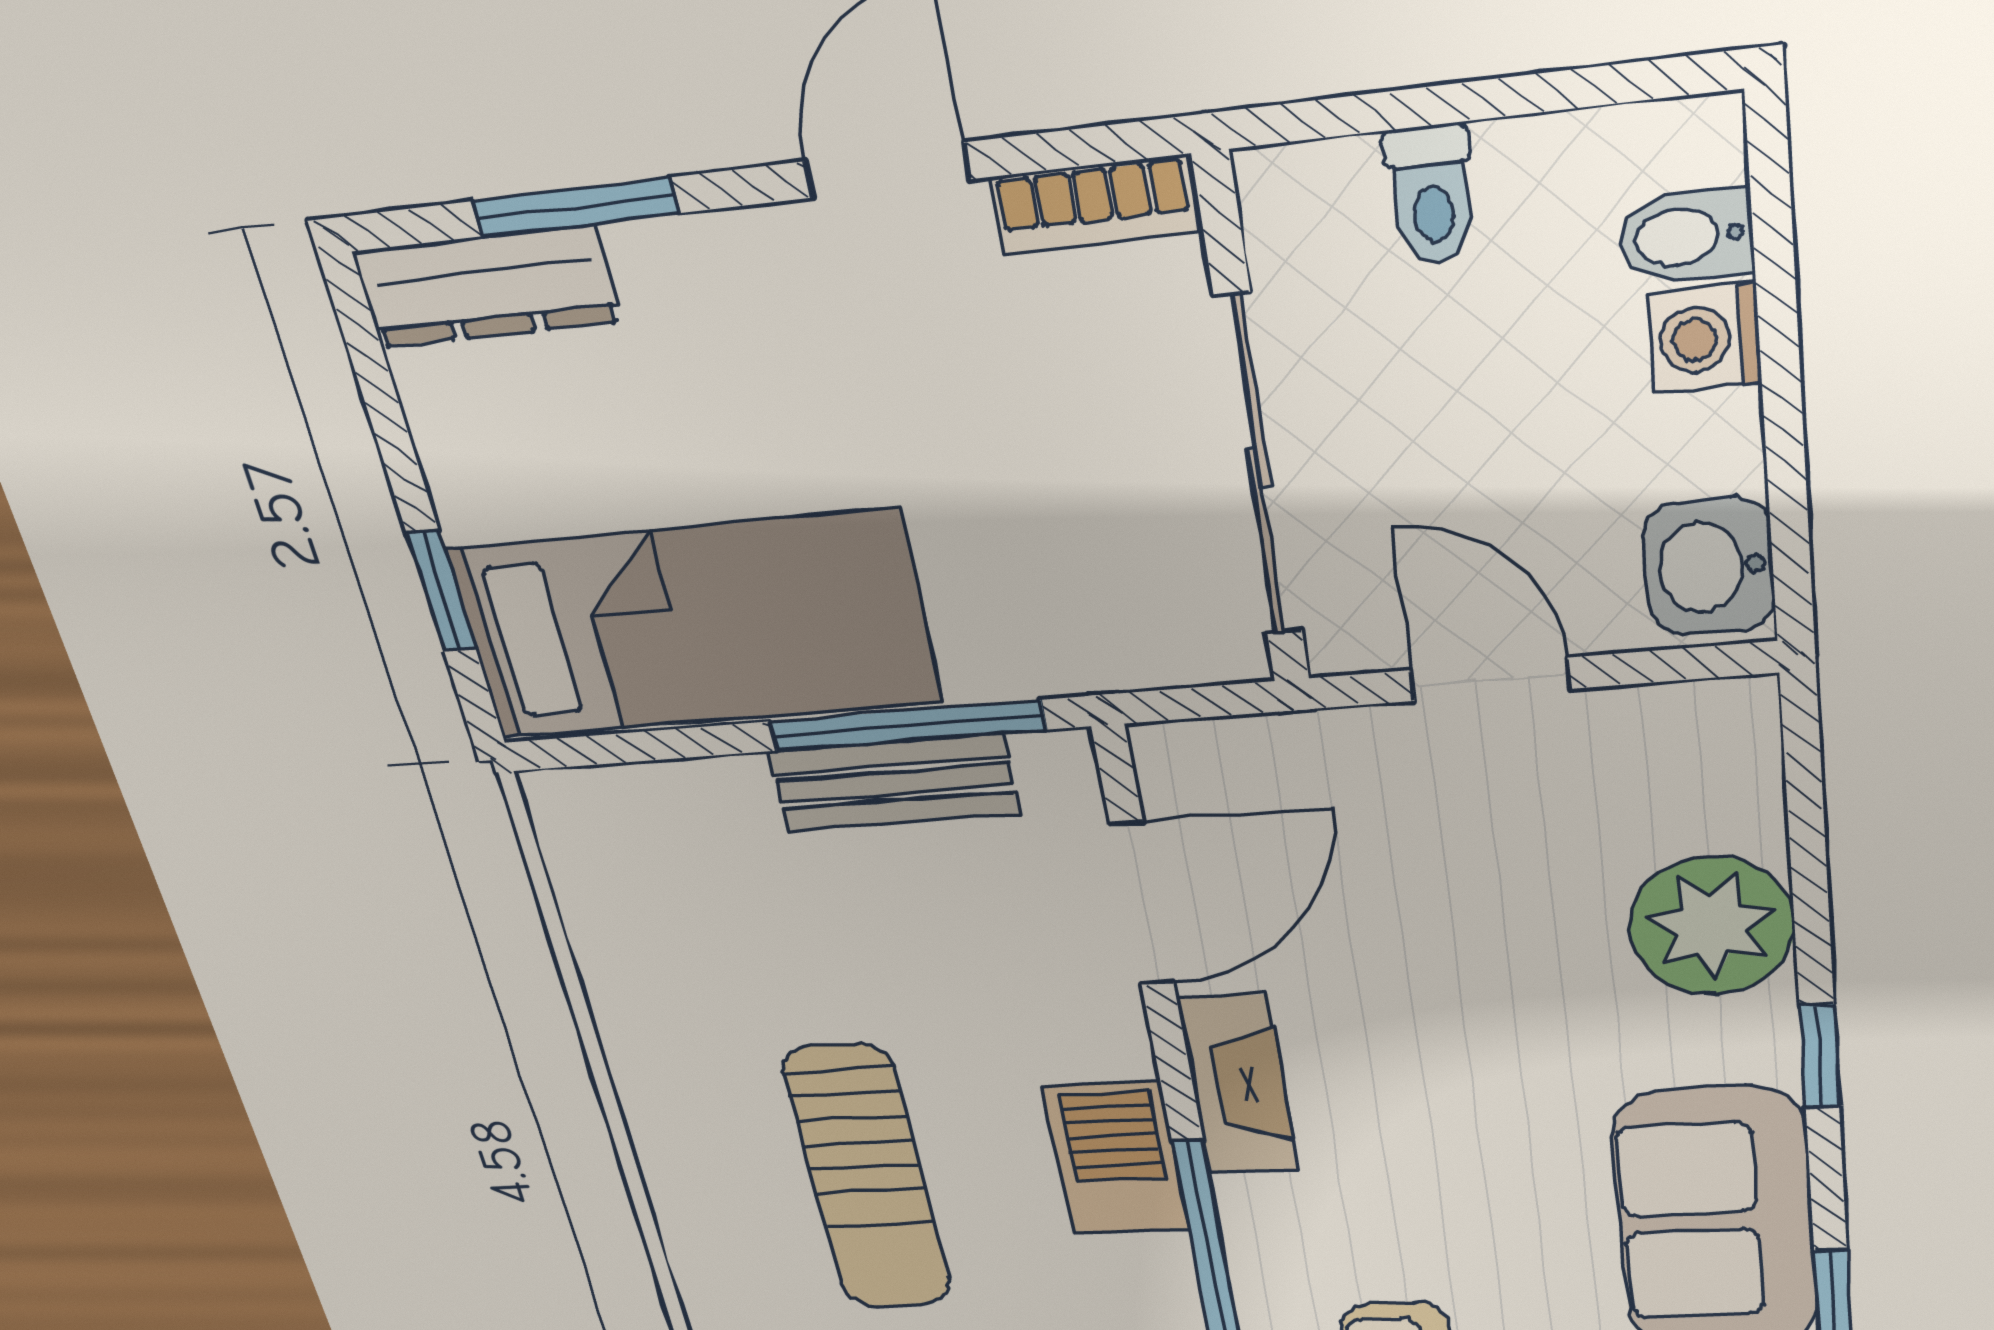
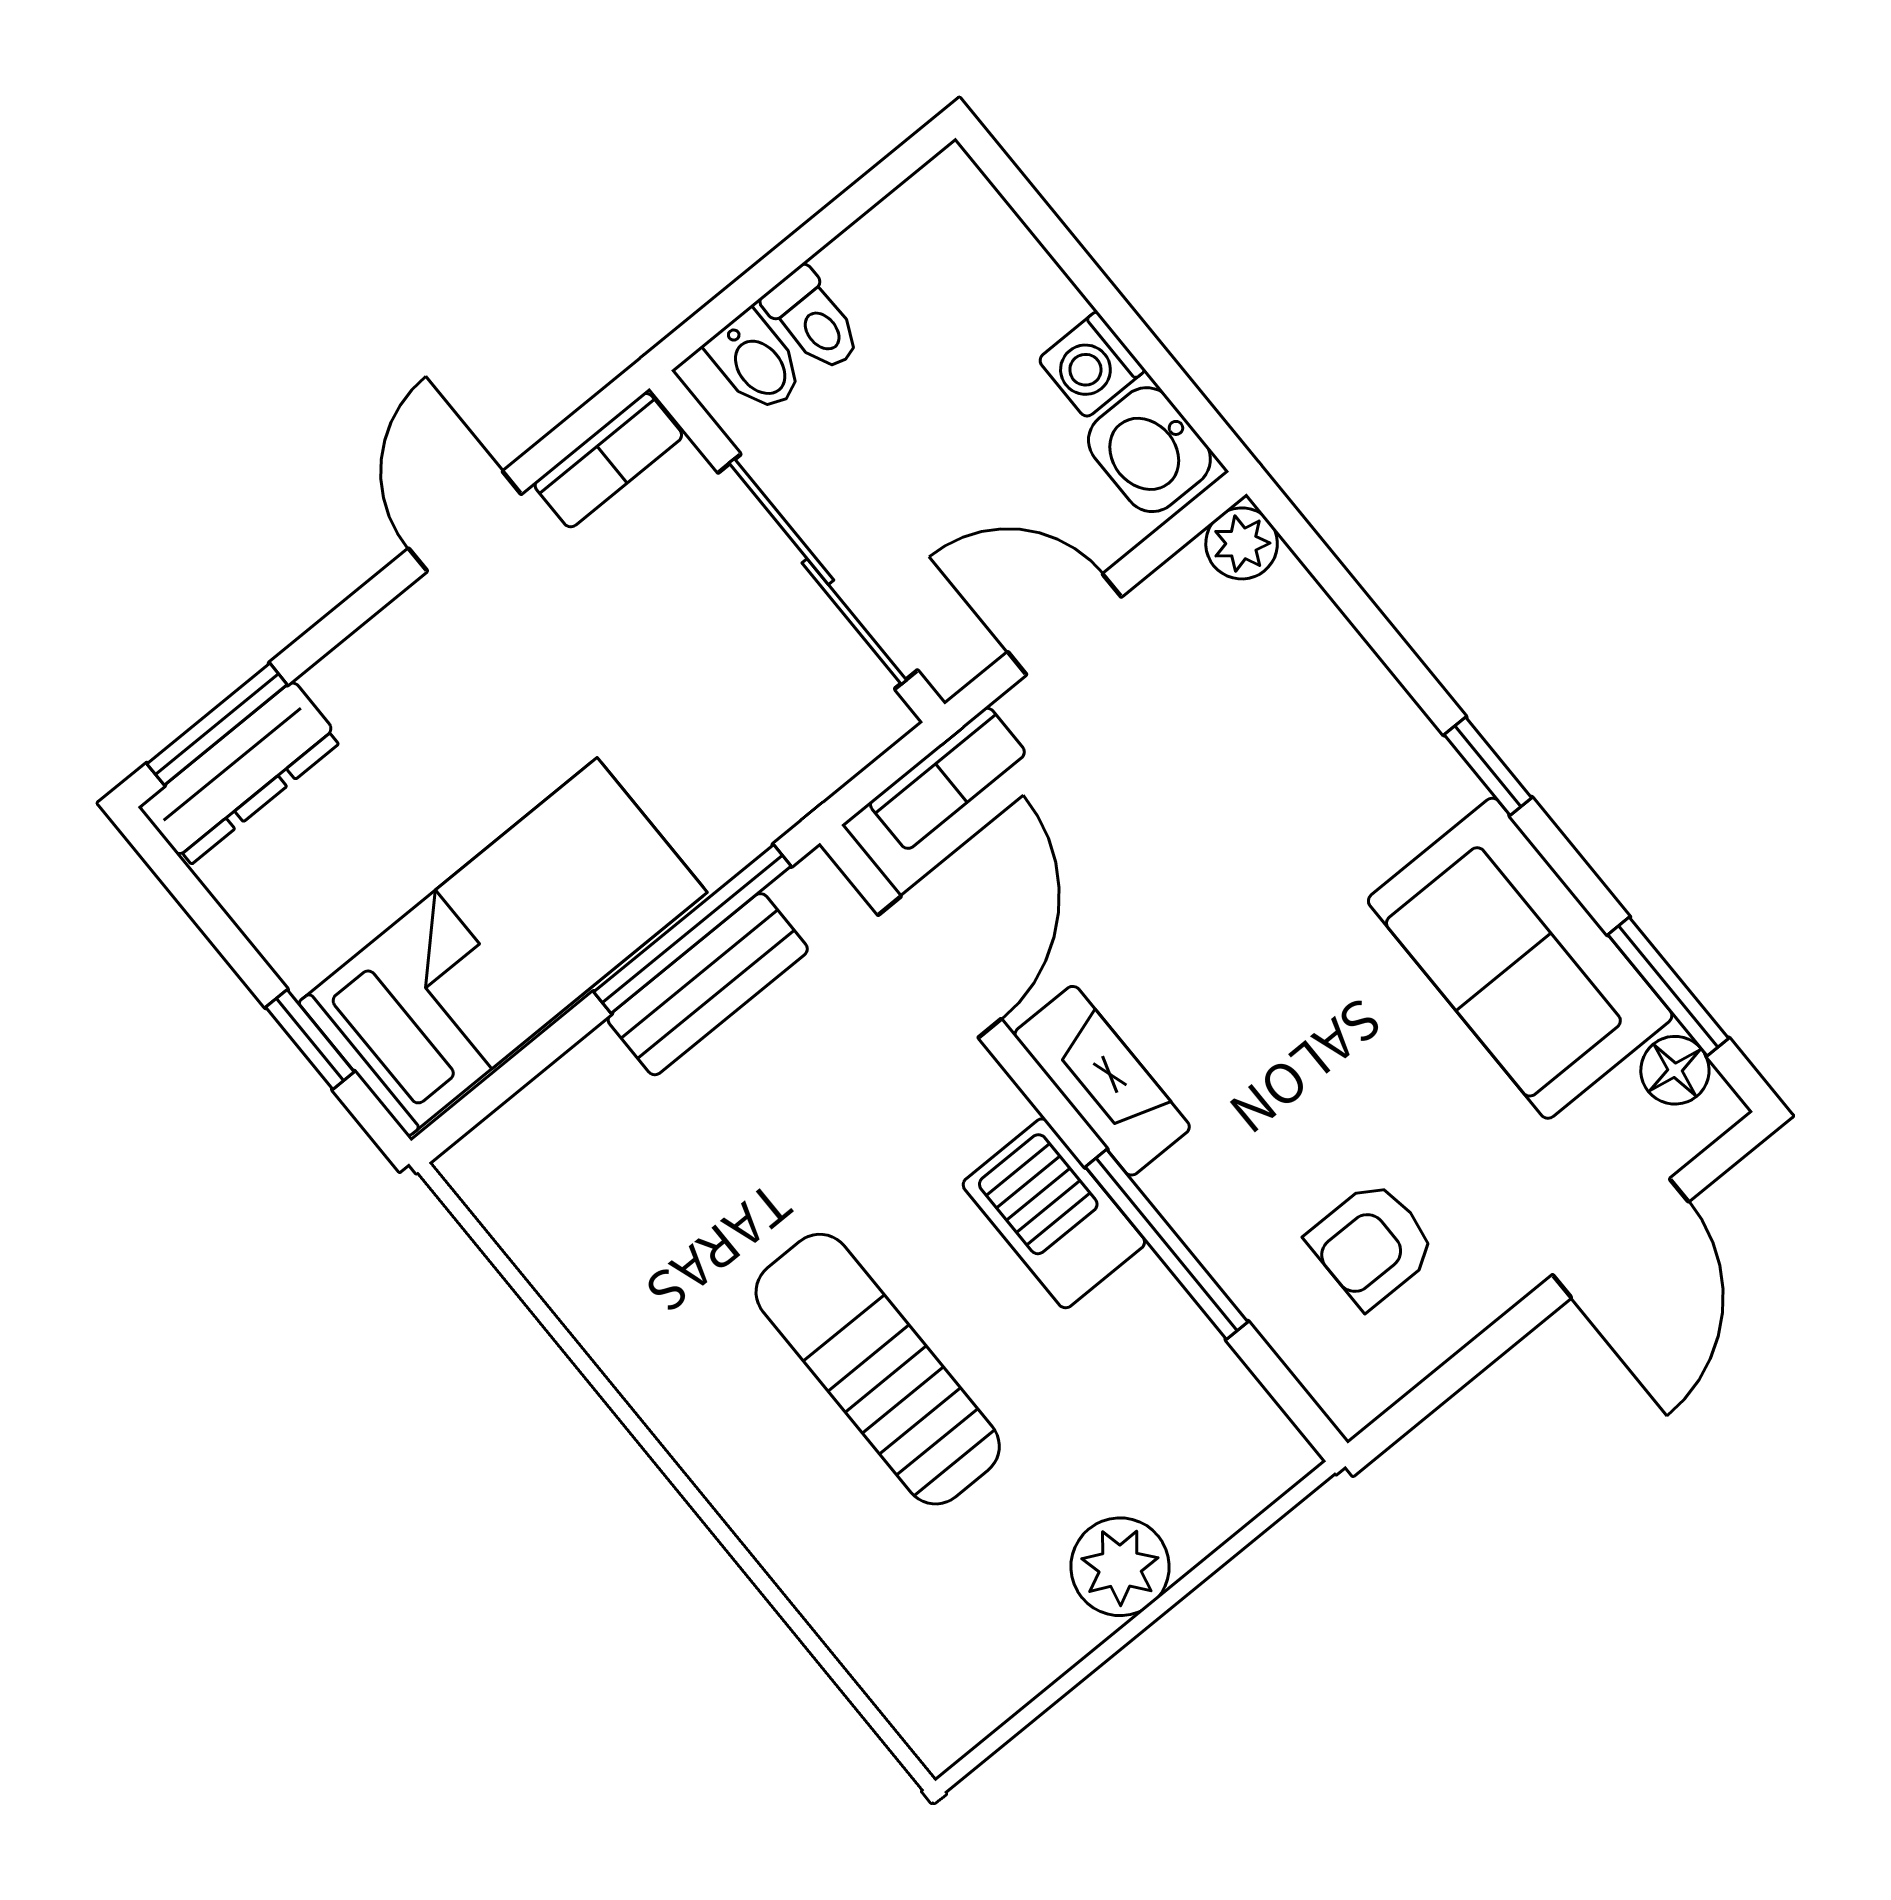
window: (576, 207) -> (217, 724), moved
bidet: (1686, 237) -> (756, 362), moved, turned -90
washing machine: (1705, 339) -> (1091, 365), moved
bookcase: (1265, 747) -> (947, 778), added
plant: (1712, 926) -> (1242, 543), moved, width x0.53, depth x0.53
sun lounger: (867, 1178) -> (878, 1369), turned 180

